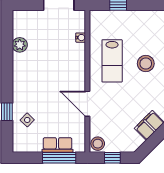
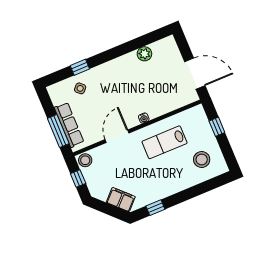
water cooler: (81, 38) -> (144, 118), moved
stool: (146, 64) -> (202, 160), moved
row of seats: (57, 145) -> (69, 125), width x1.48

